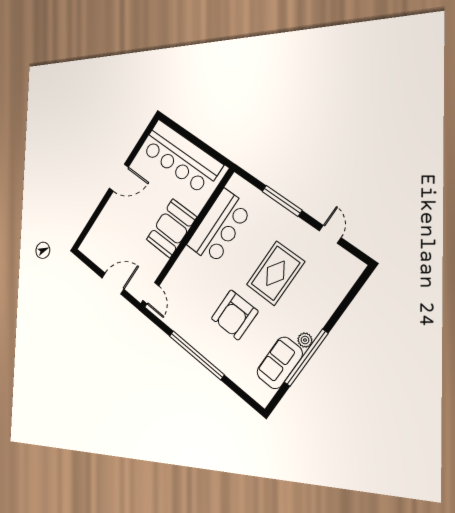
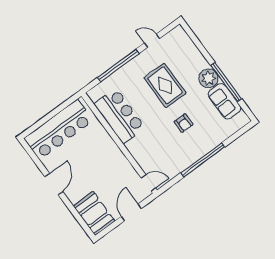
window: (282, 201) -> (118, 66), width x1.46
booth: (171, 228) -> (94, 214), moved
armchair: (235, 315) -> (184, 123), width x0.53, depth x0.53
plant: (305, 340) -> (208, 78), width x1.88, depth x1.88

